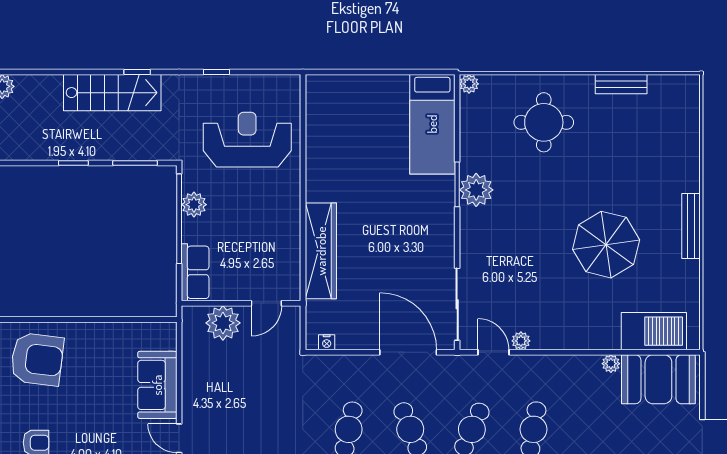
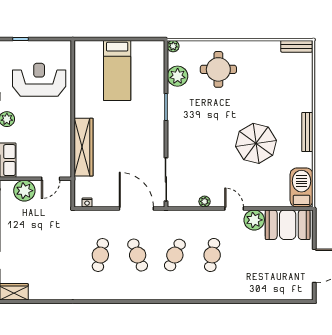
bench: (621, 84) -> (297, 46), moved
bed: (432, 124) -> (117, 71), moved
plant: (476, 190) -> (178, 76), moved
barbecue: (654, 331) -> (302, 187), moved, turned -90
door: (494, 352) -> (234, 208), moved
plant: (611, 364) -> (254, 220), width x1.88, depth x1.88

